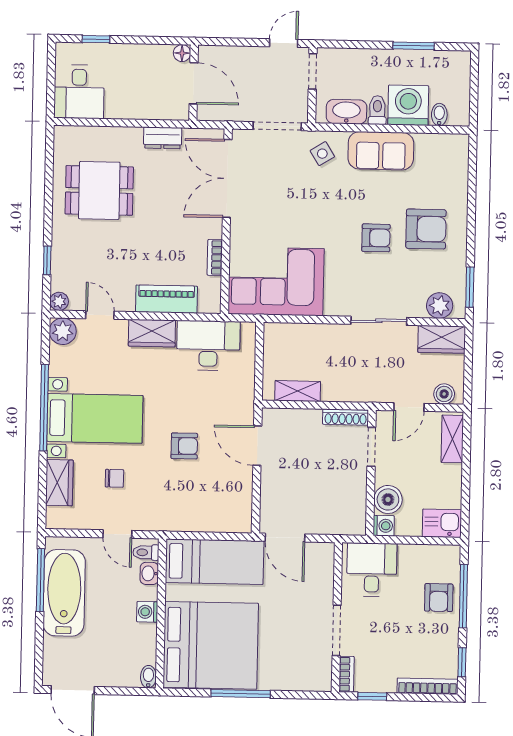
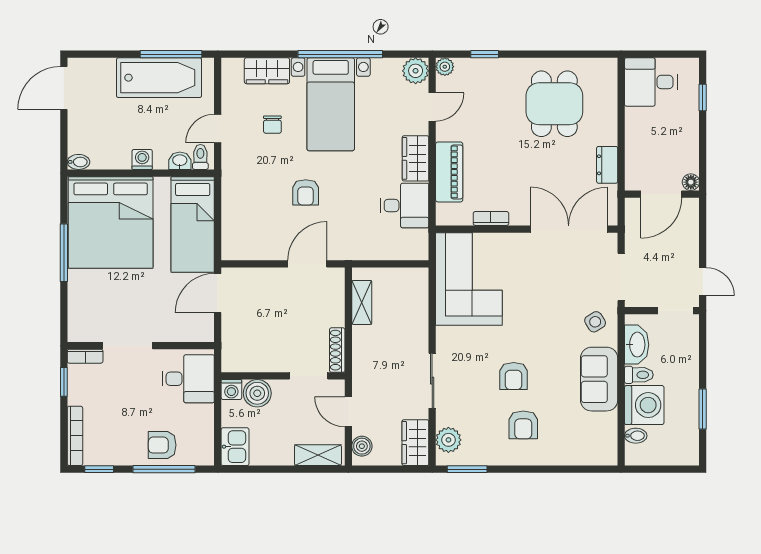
armchair: (426, 229) -> (523, 425), width x0.72, depth x0.72
desk: (208, 345) -> (405, 206), width x0.73

